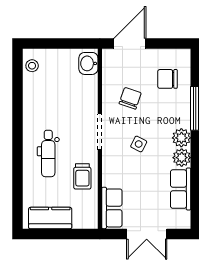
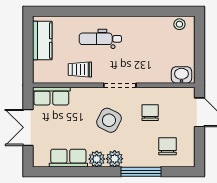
chair: (130, 98) -> (150, 113), turned -109
side table: (139, 144) -> (109, 120), width x1.87, depth x1.87

